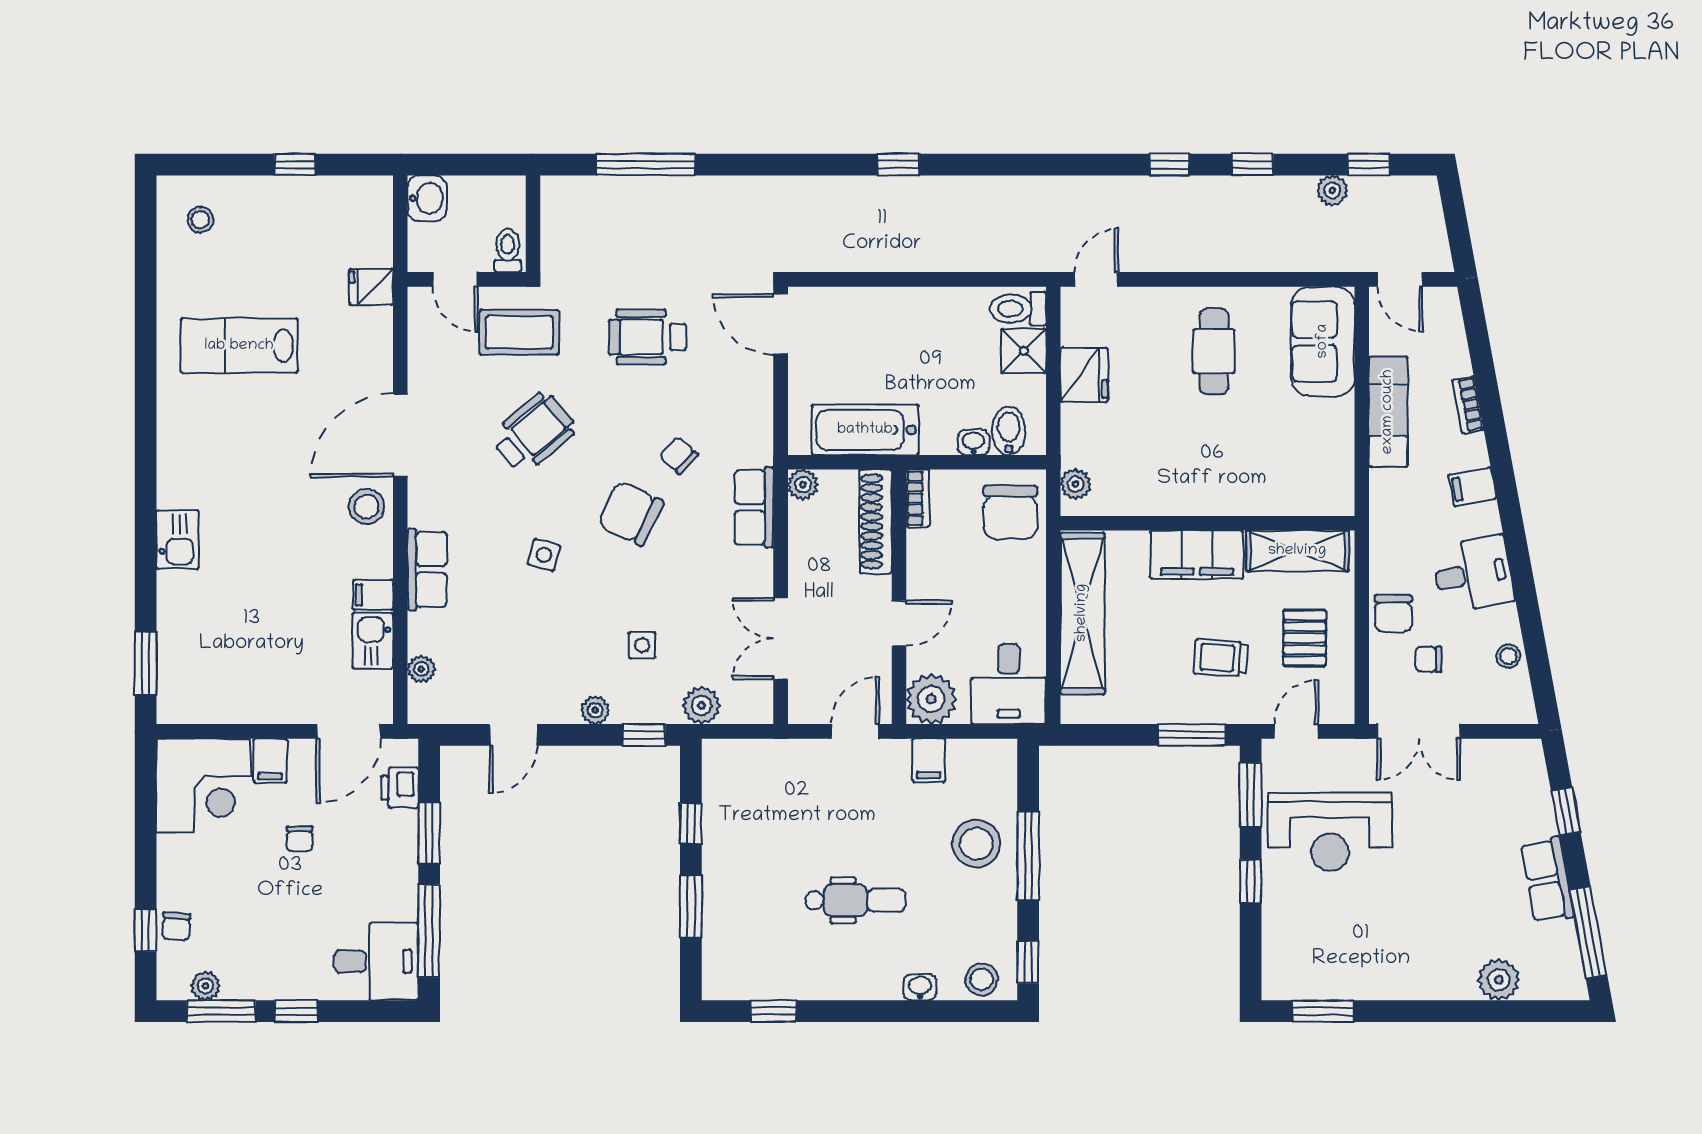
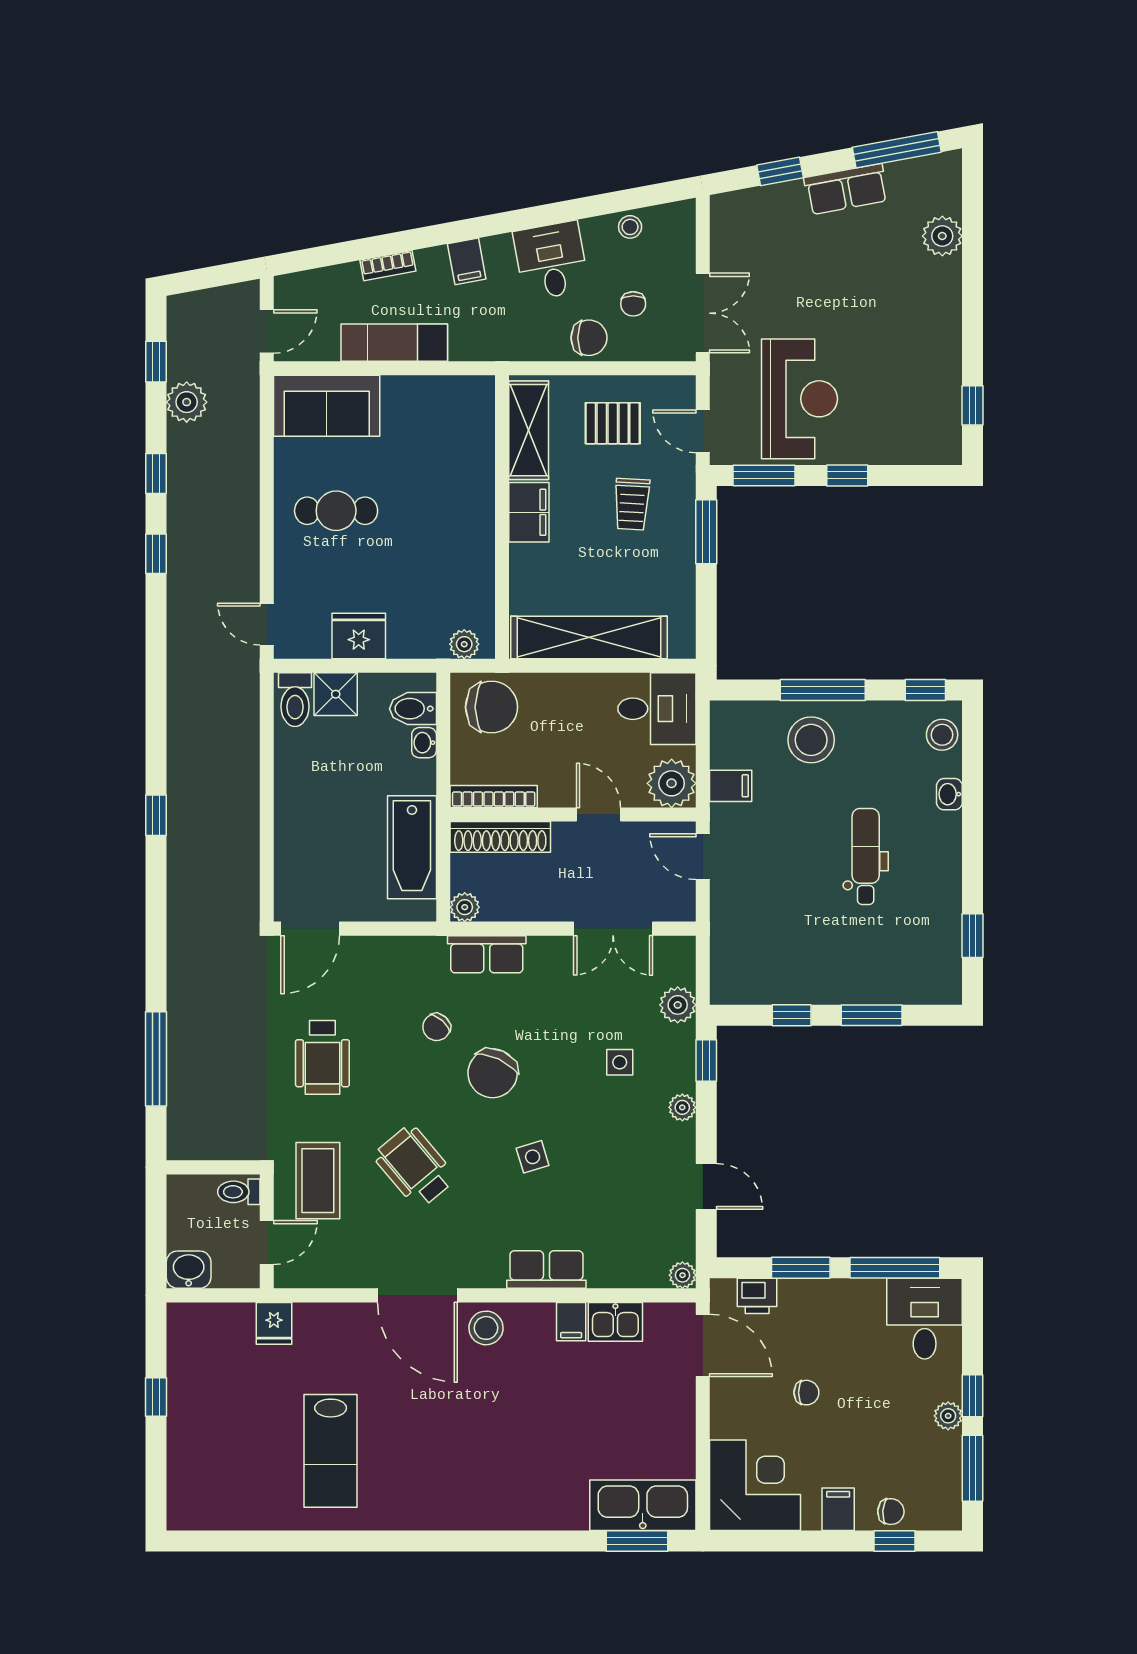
plant: (1332, 191) -> (187, 402), width x1.38, depth x1.38
stool: (200, 220) -> (209, 1488), removed
bookcase: (918, 498) -> (494, 796), width x1.56
kitchen sink: (178, 540) -> (643, 1505), moved, width x1.87, depth x1.24
side table: (544, 555) -> (533, 1157), turned -33
filing cabinet: (1197, 555) -> (529, 512), width x0.67, depth x0.86
plant: (421, 669) -> (682, 1275), moved
filing cabinet: (270, 761) -> (838, 1509), moved, turned -90
plant: (205, 986) -> (948, 1416), moved
window: (1323, 1011) -> (973, 405), width x0.67

